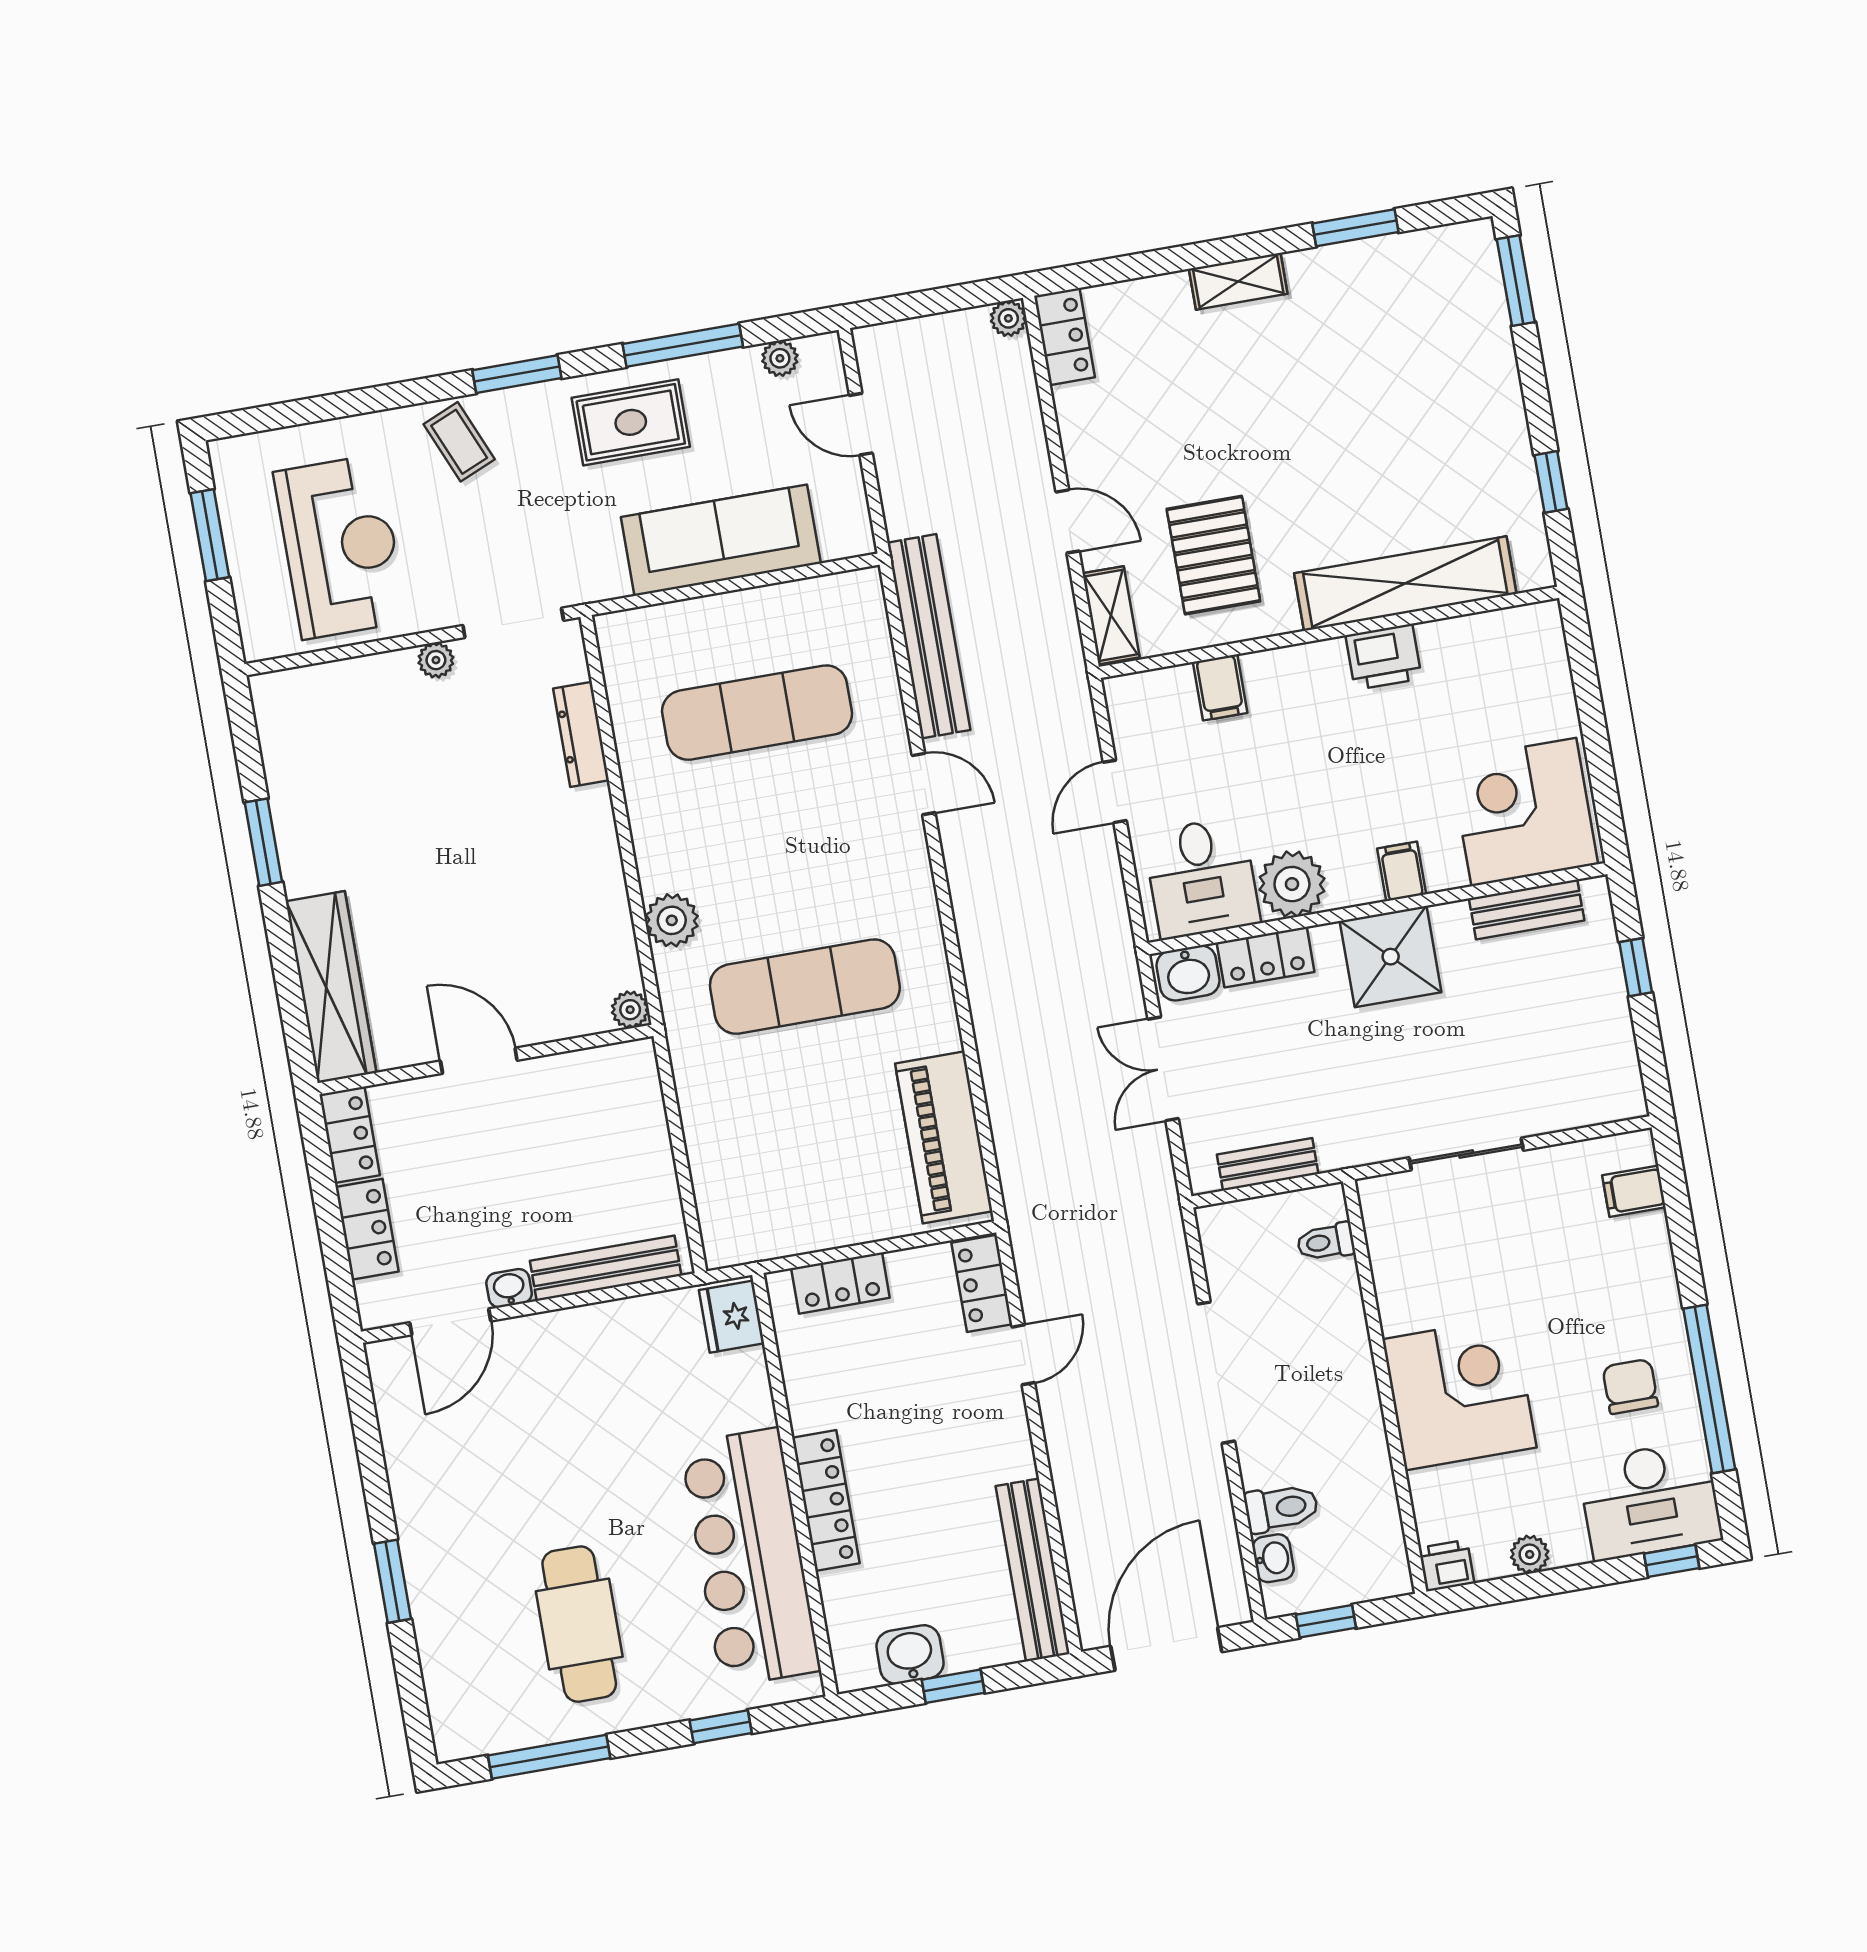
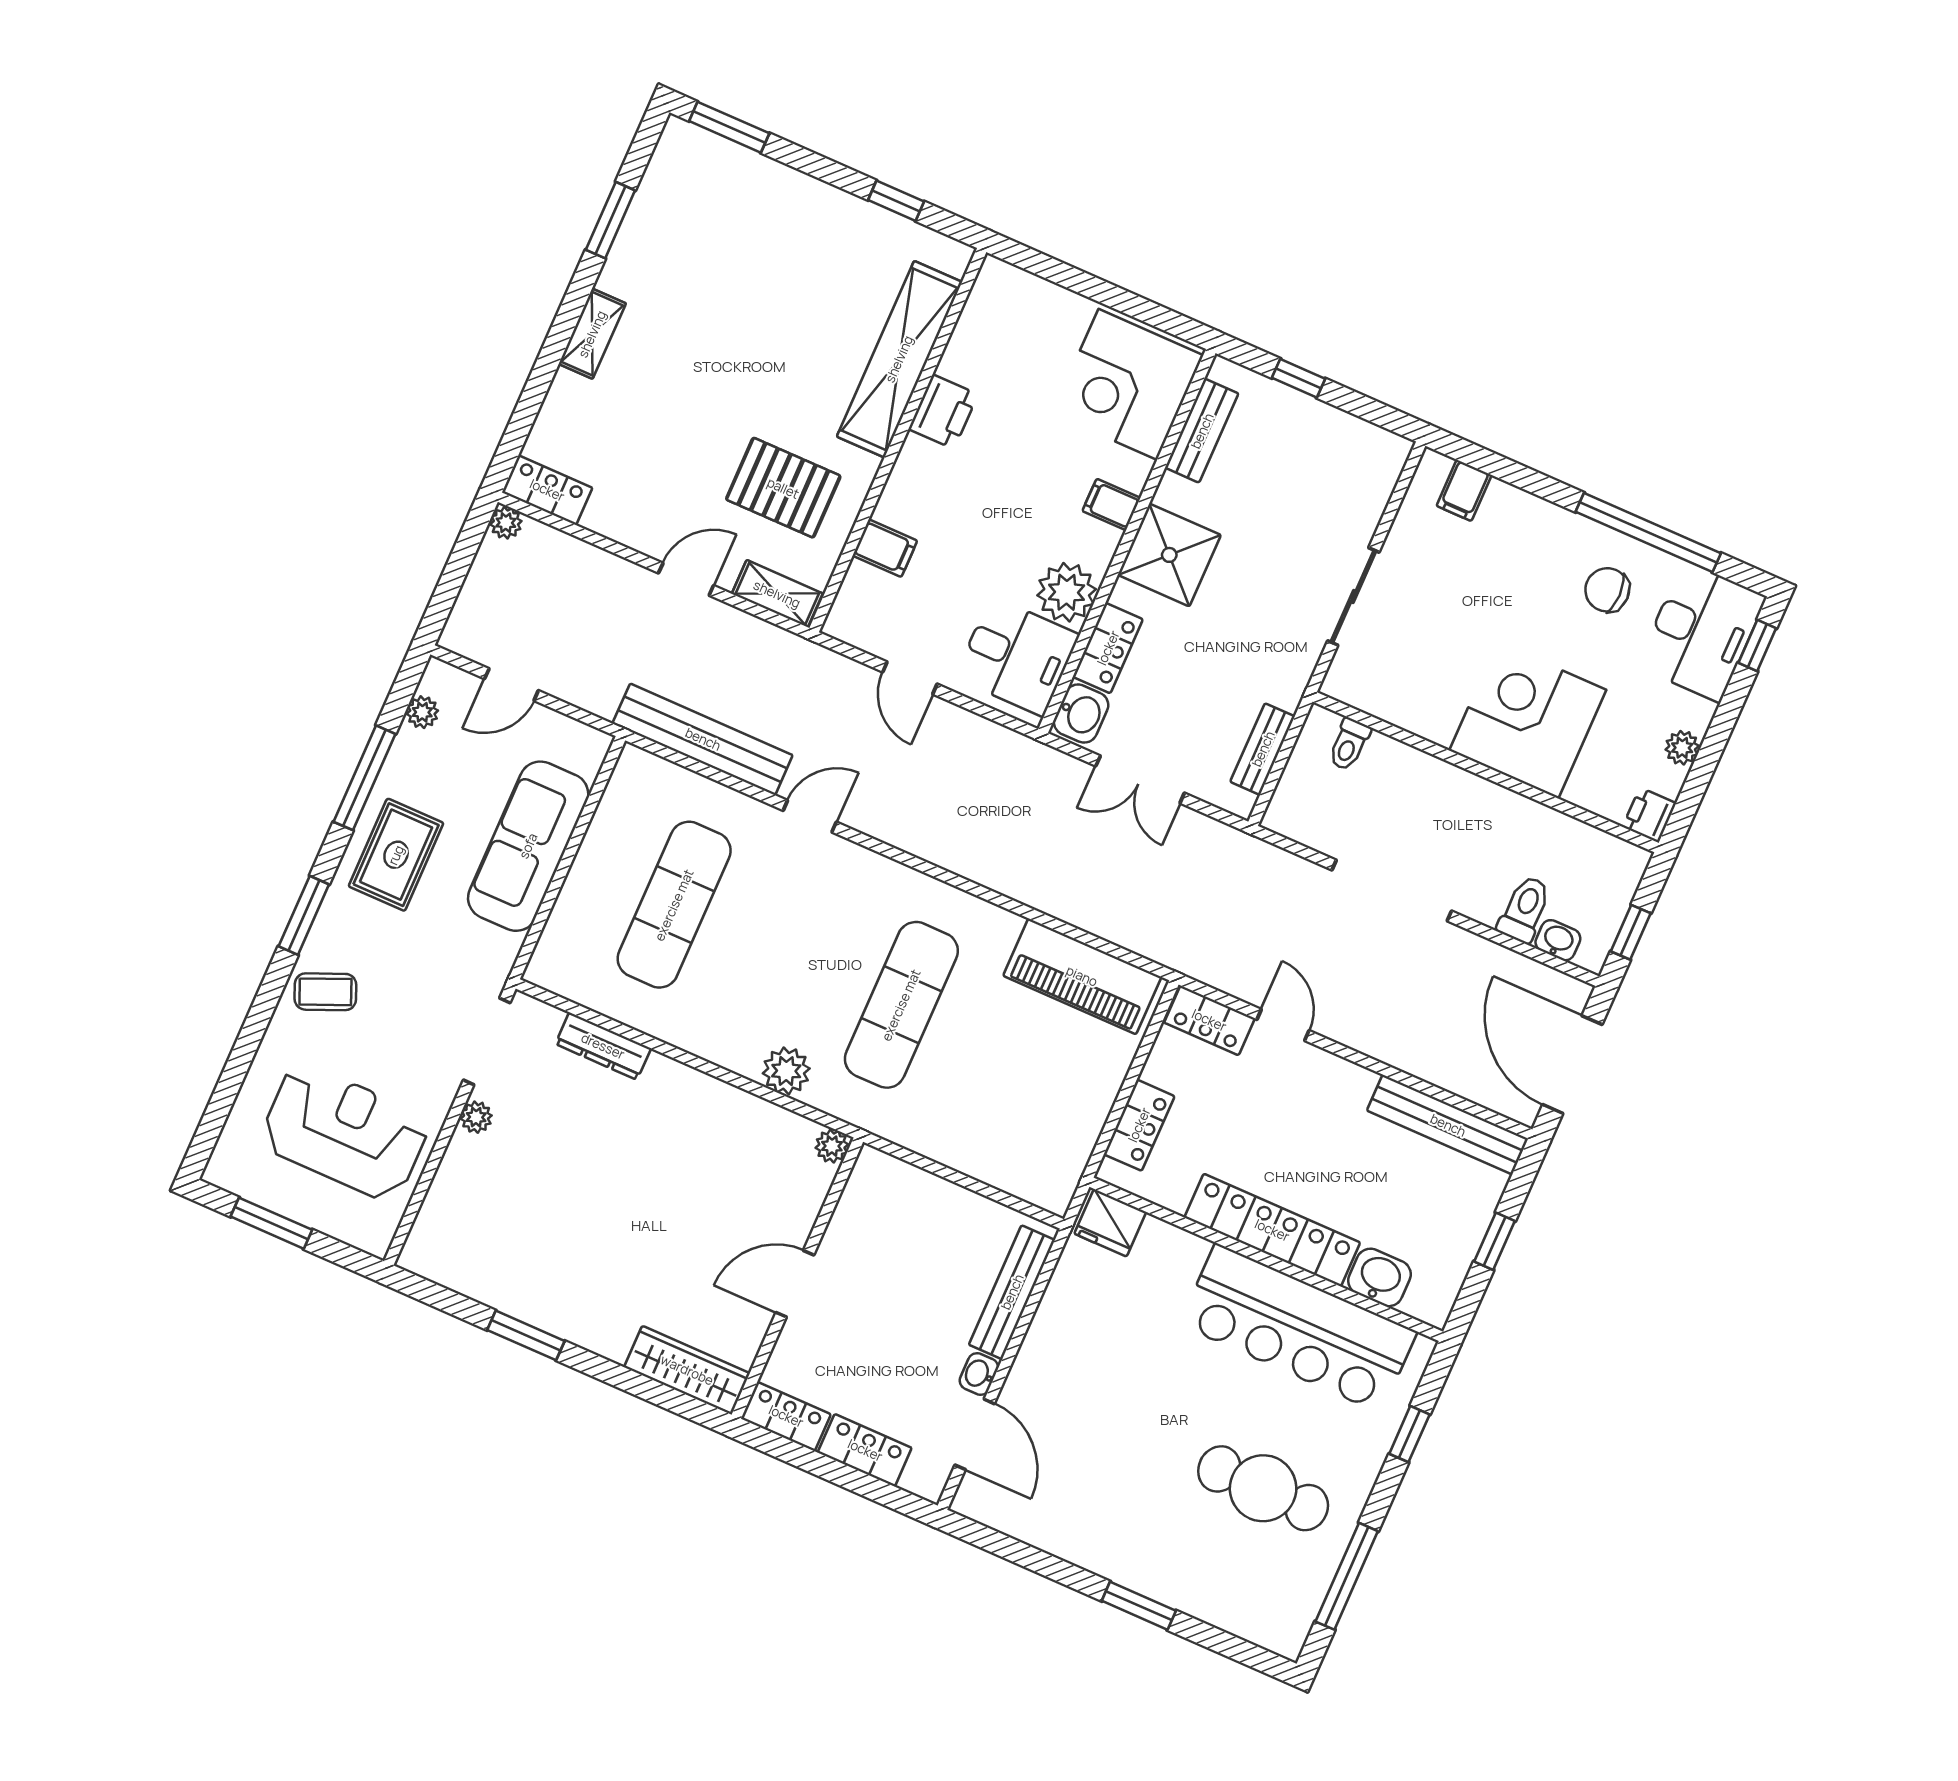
wardrobe: (331, 987) -> (687, 1370), width x0.71, depth x0.85
locker: (826, 1501) -> (1272, 1230), width x1.41, depth x1.21
washbasin: (910, 1655) -> (1379, 1277), moved, turned 90

